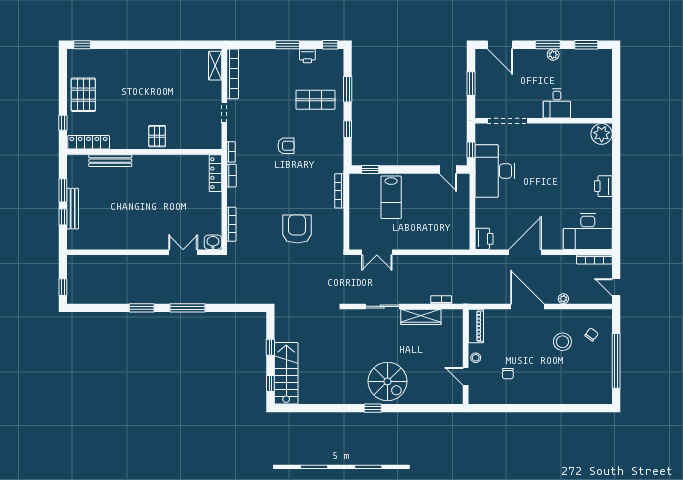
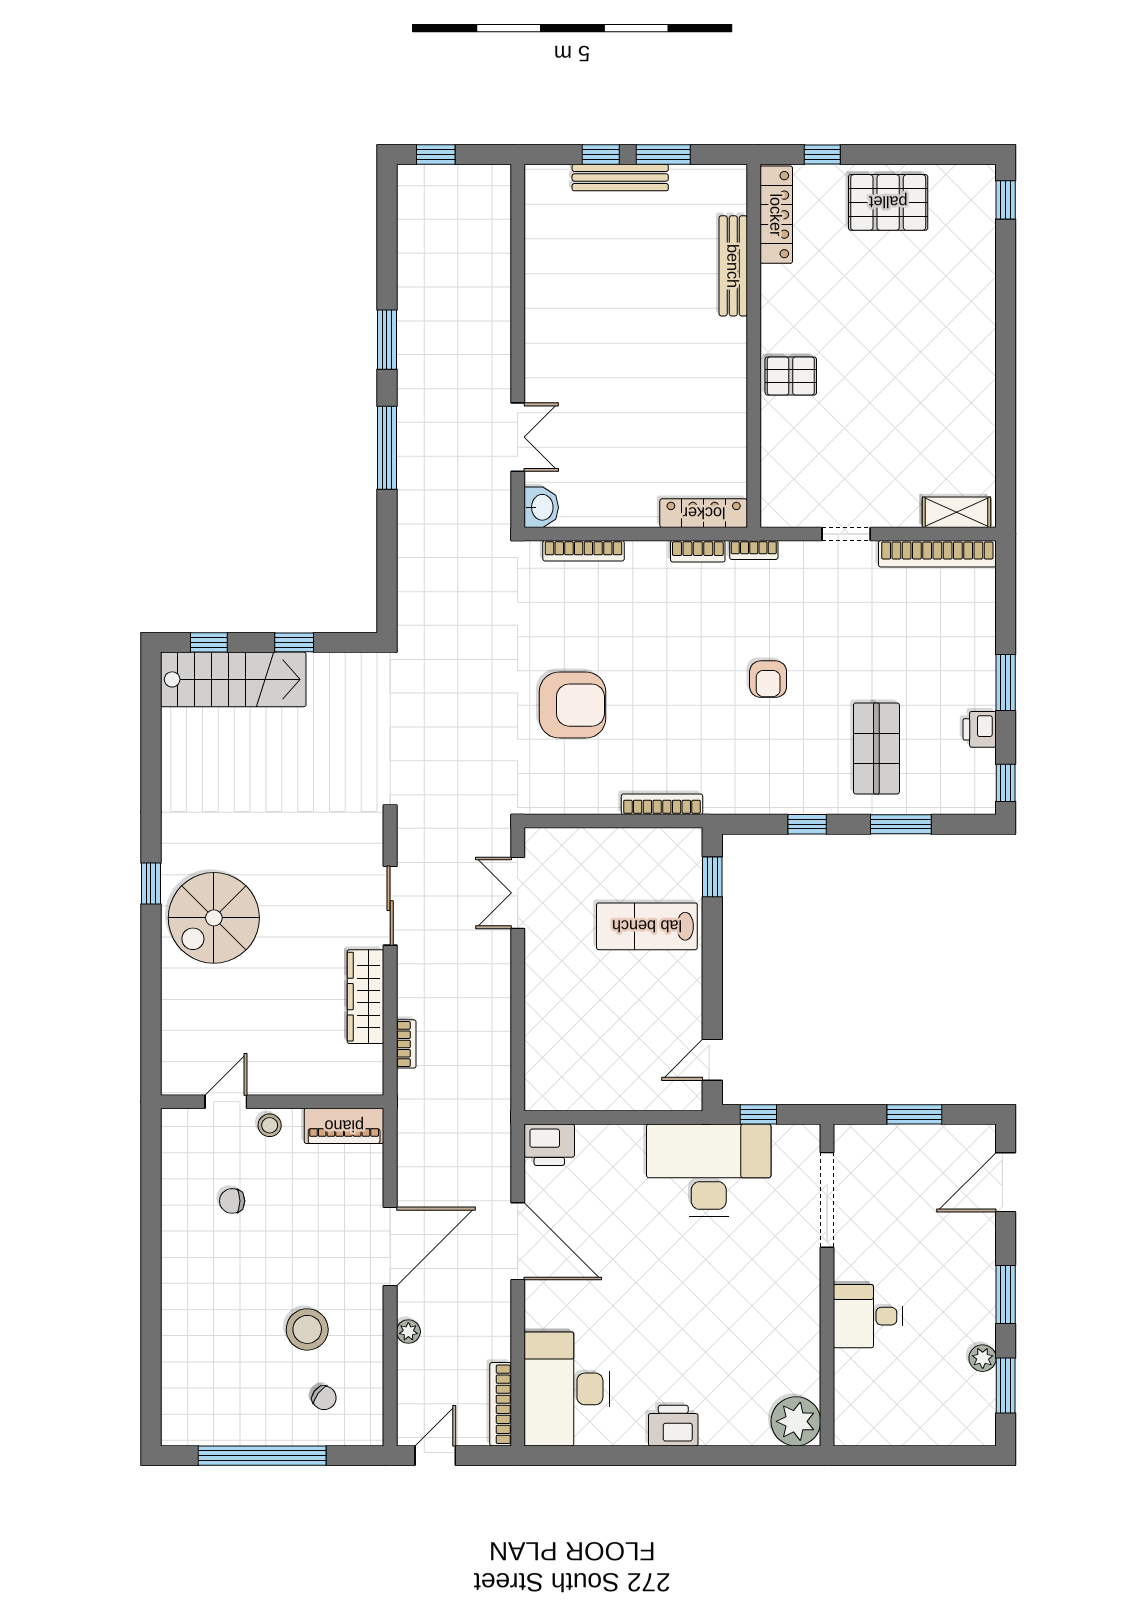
plant: (553, 55) -> (983, 1358), moved

